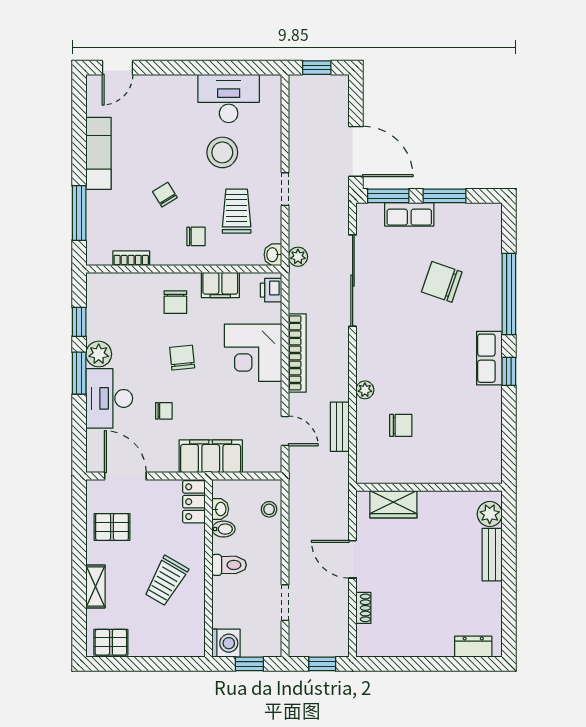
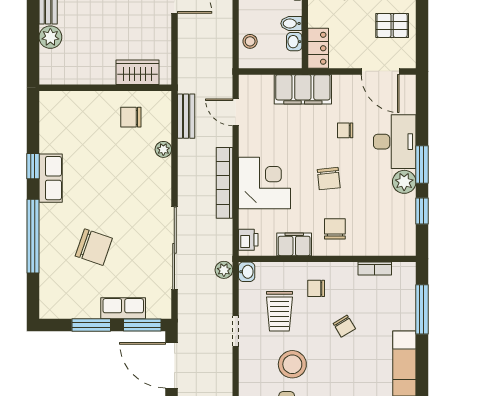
wall: (429, 487) -> (105, 88), moved
wardrobe: (393, 504) -> (137, 72), moved

